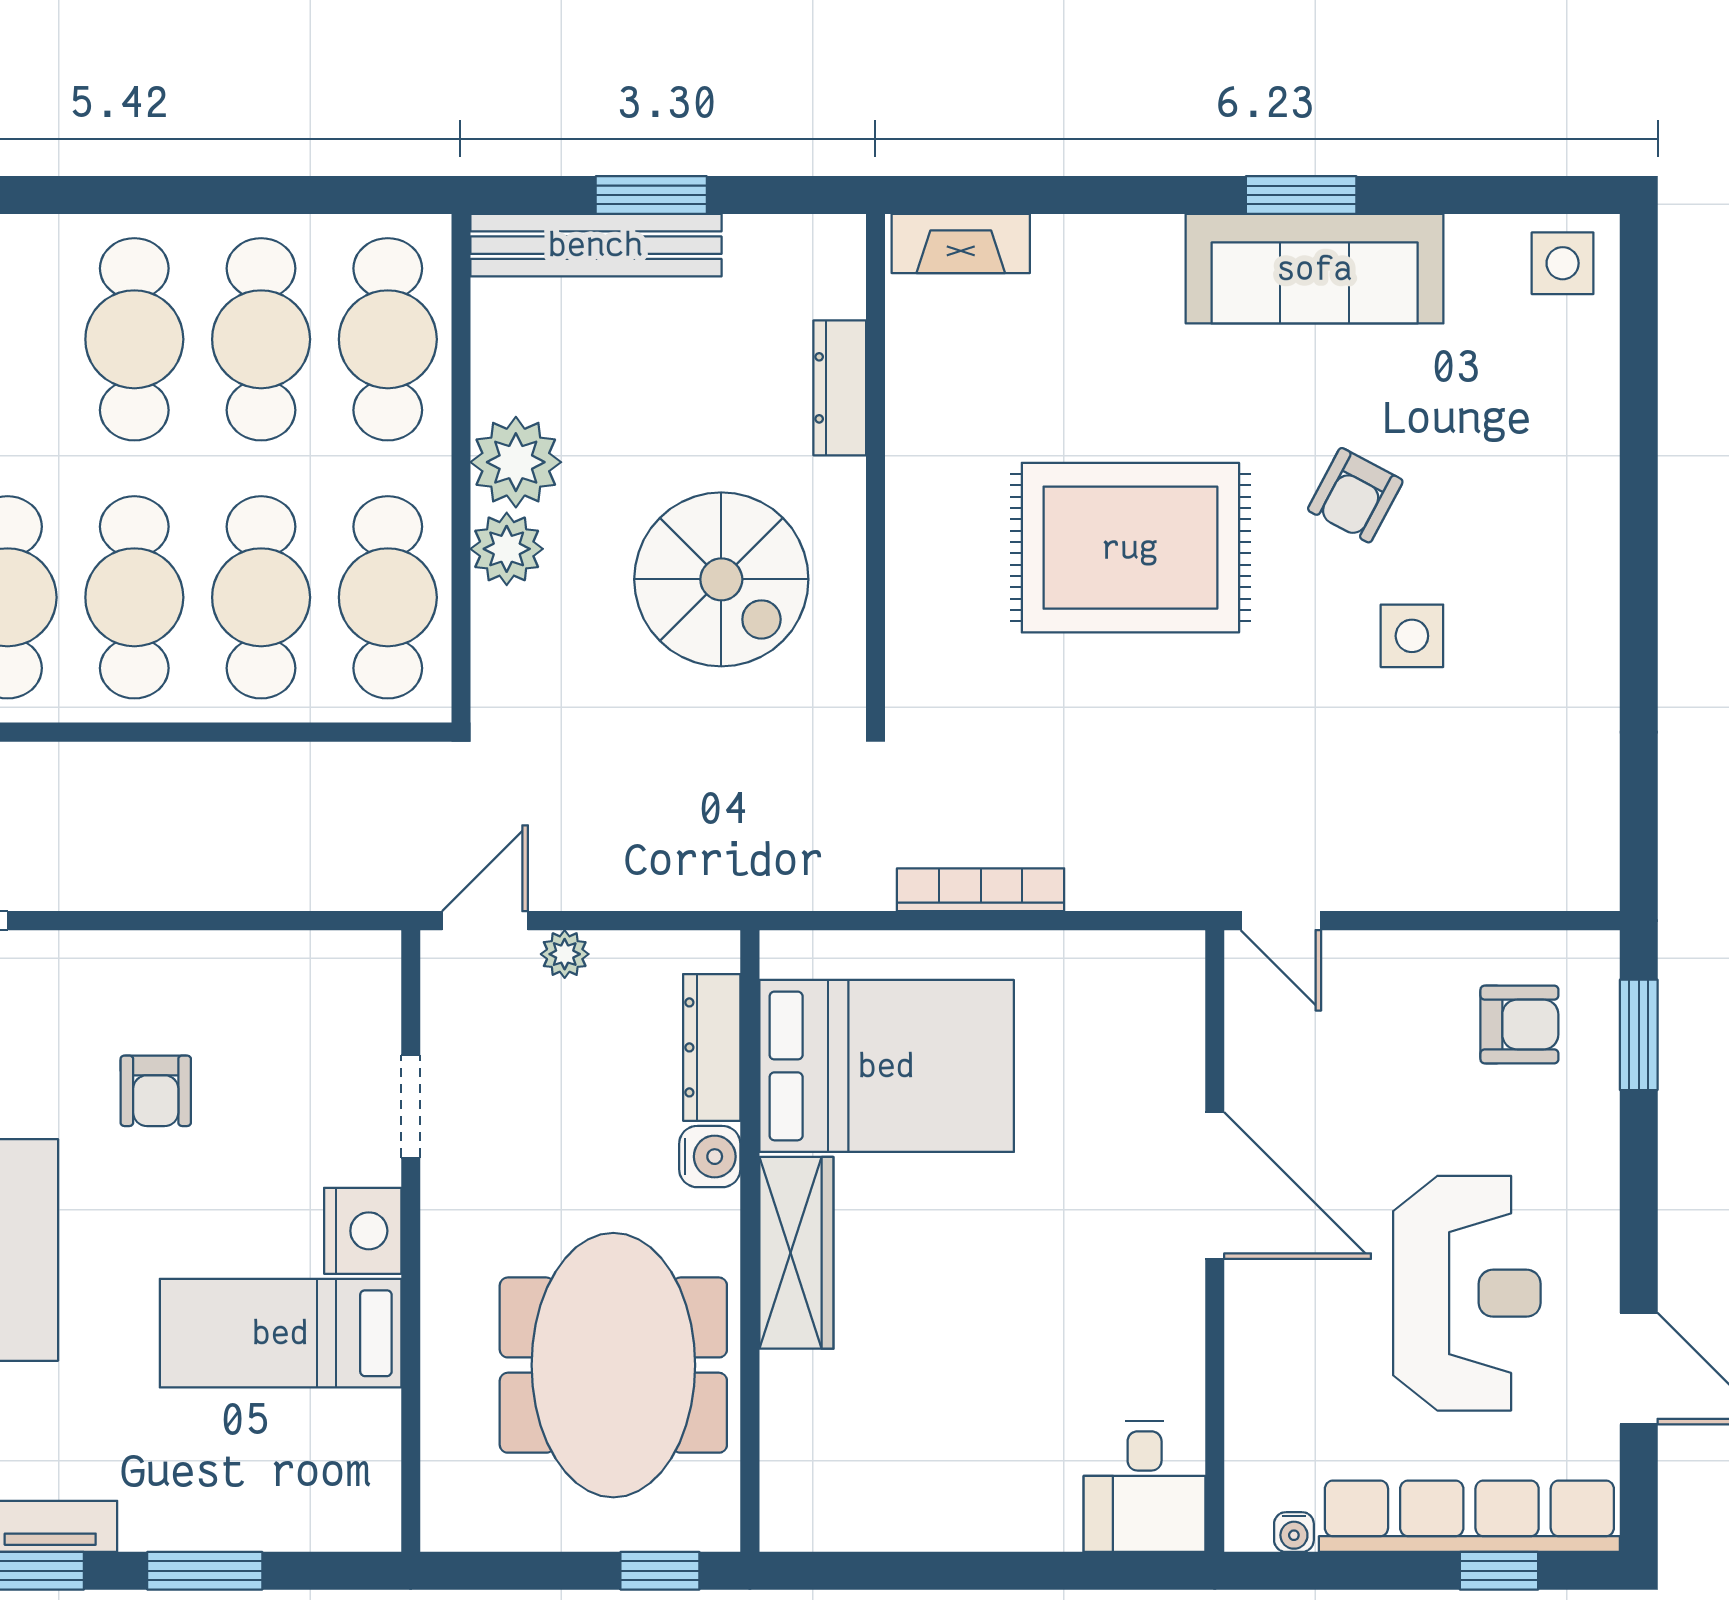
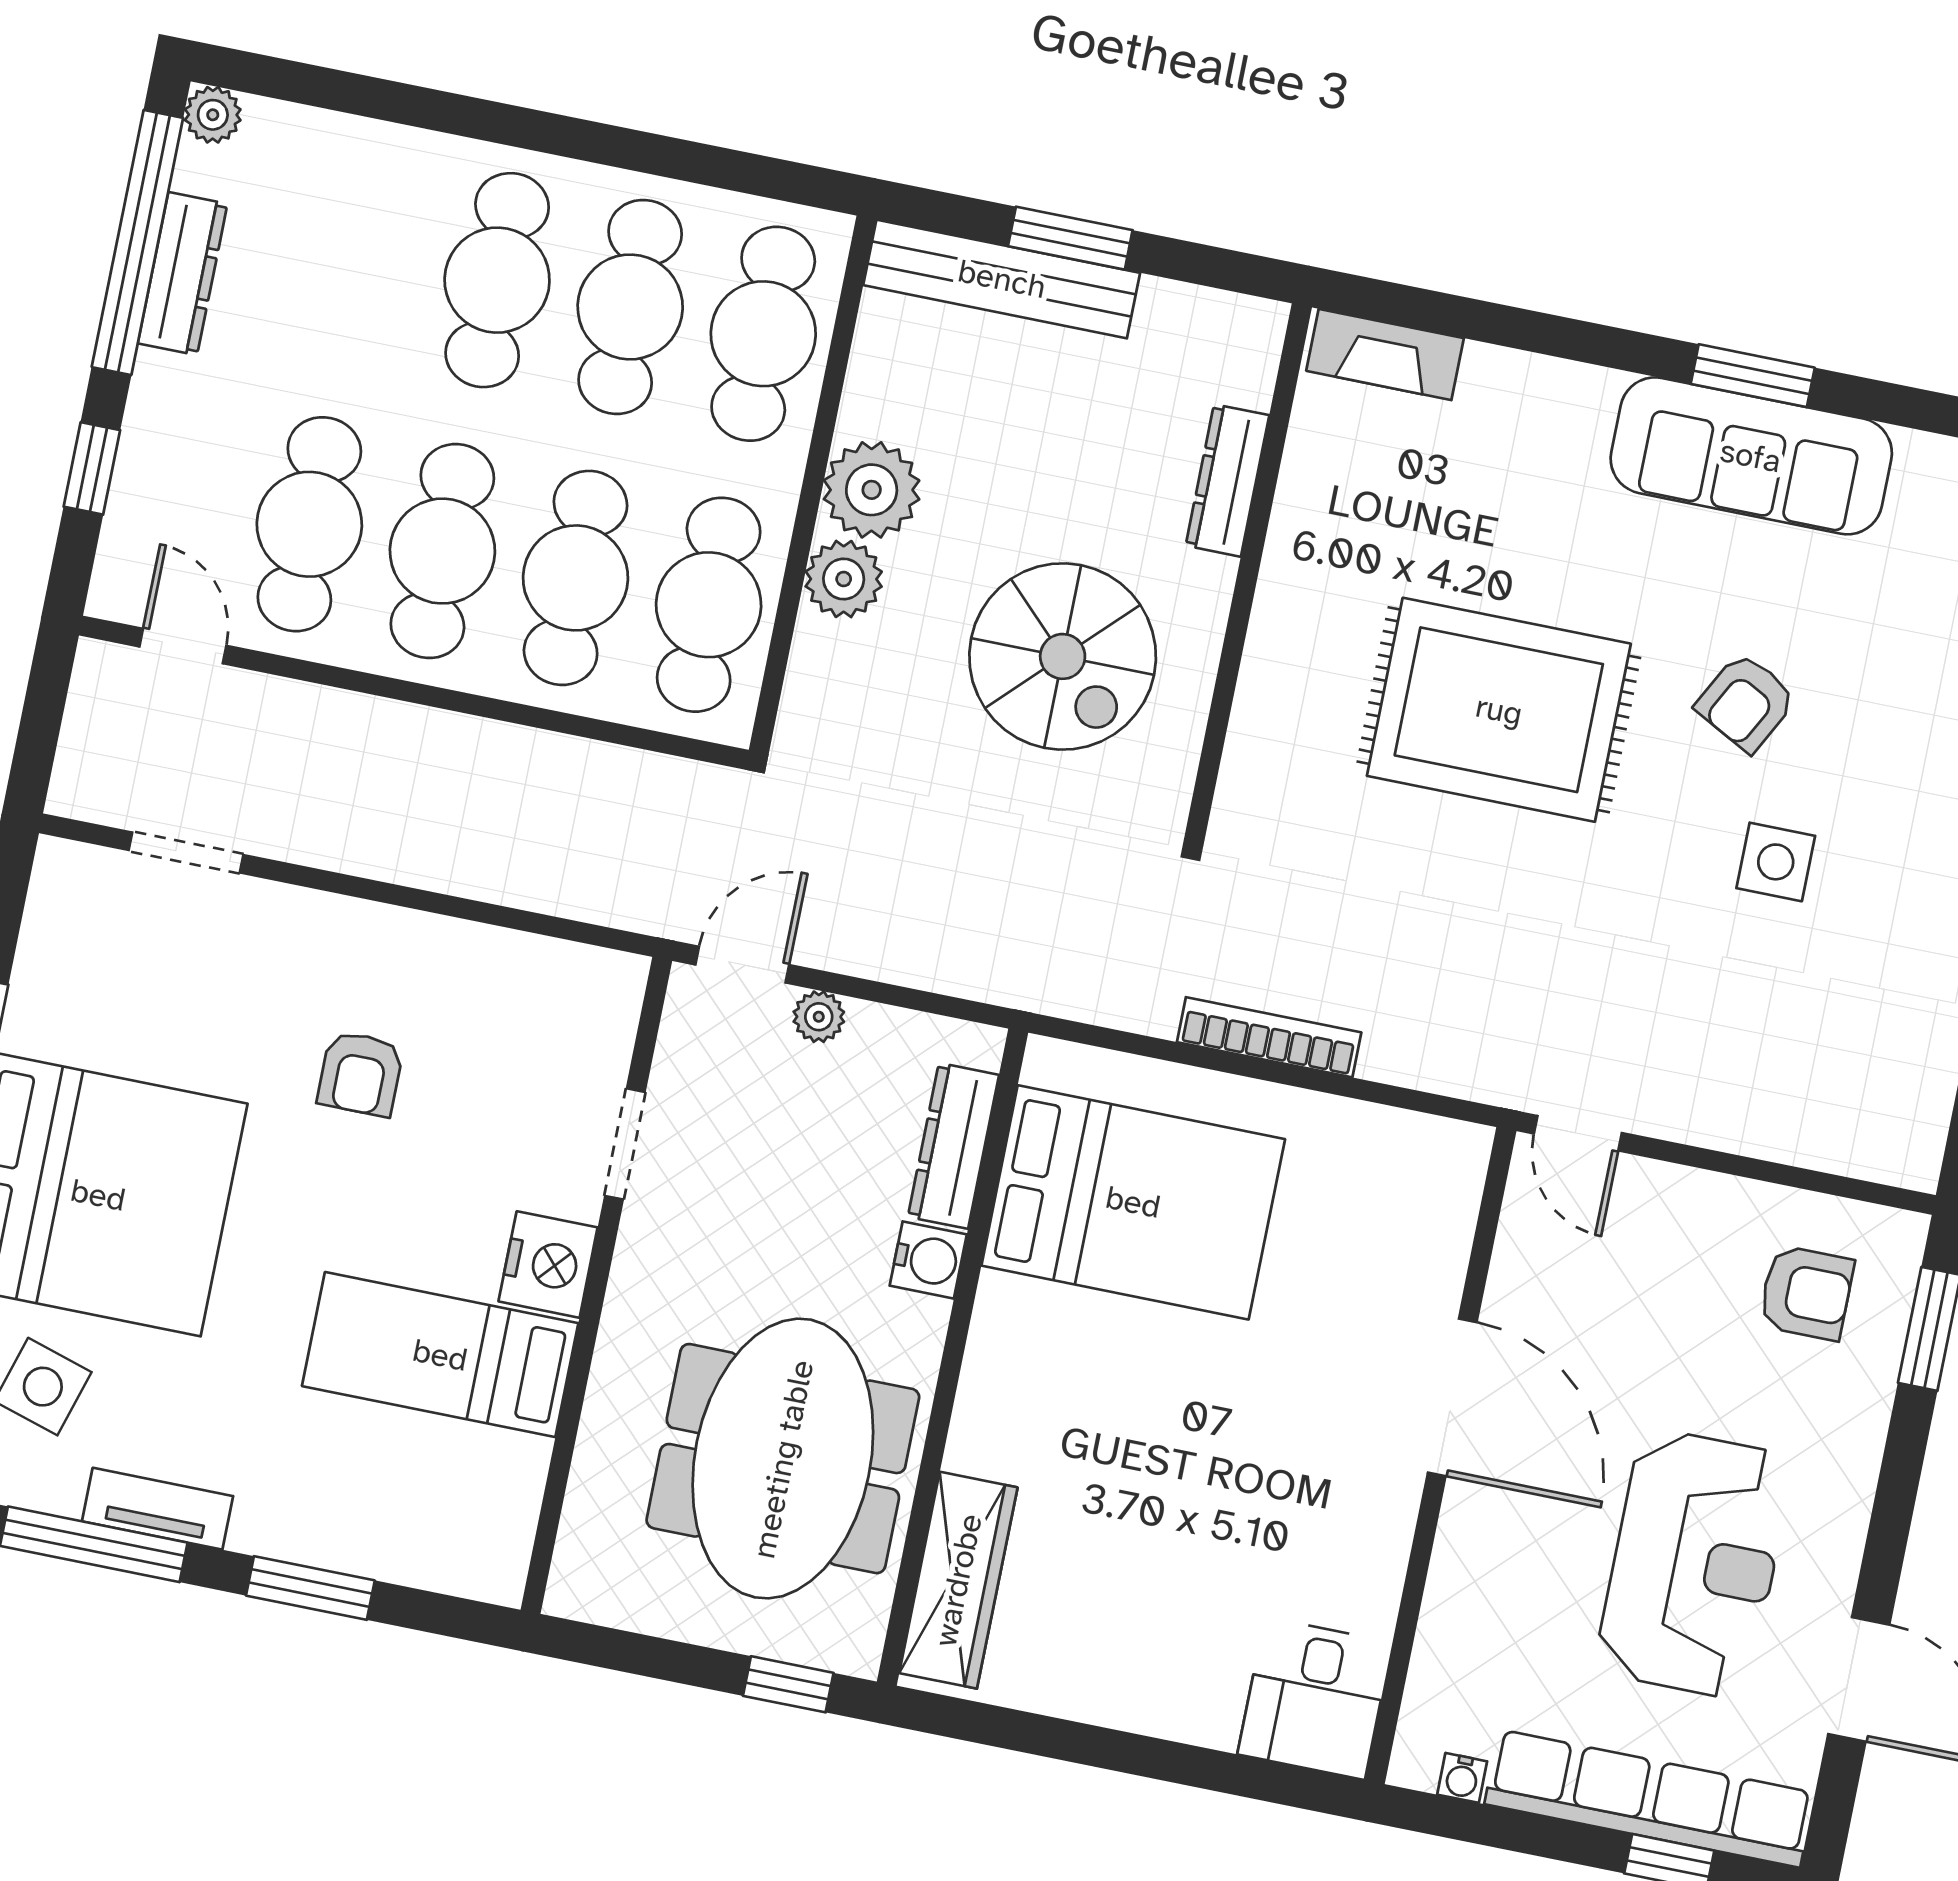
wardrobe: (796, 1253) -> (958, 1580), moved

